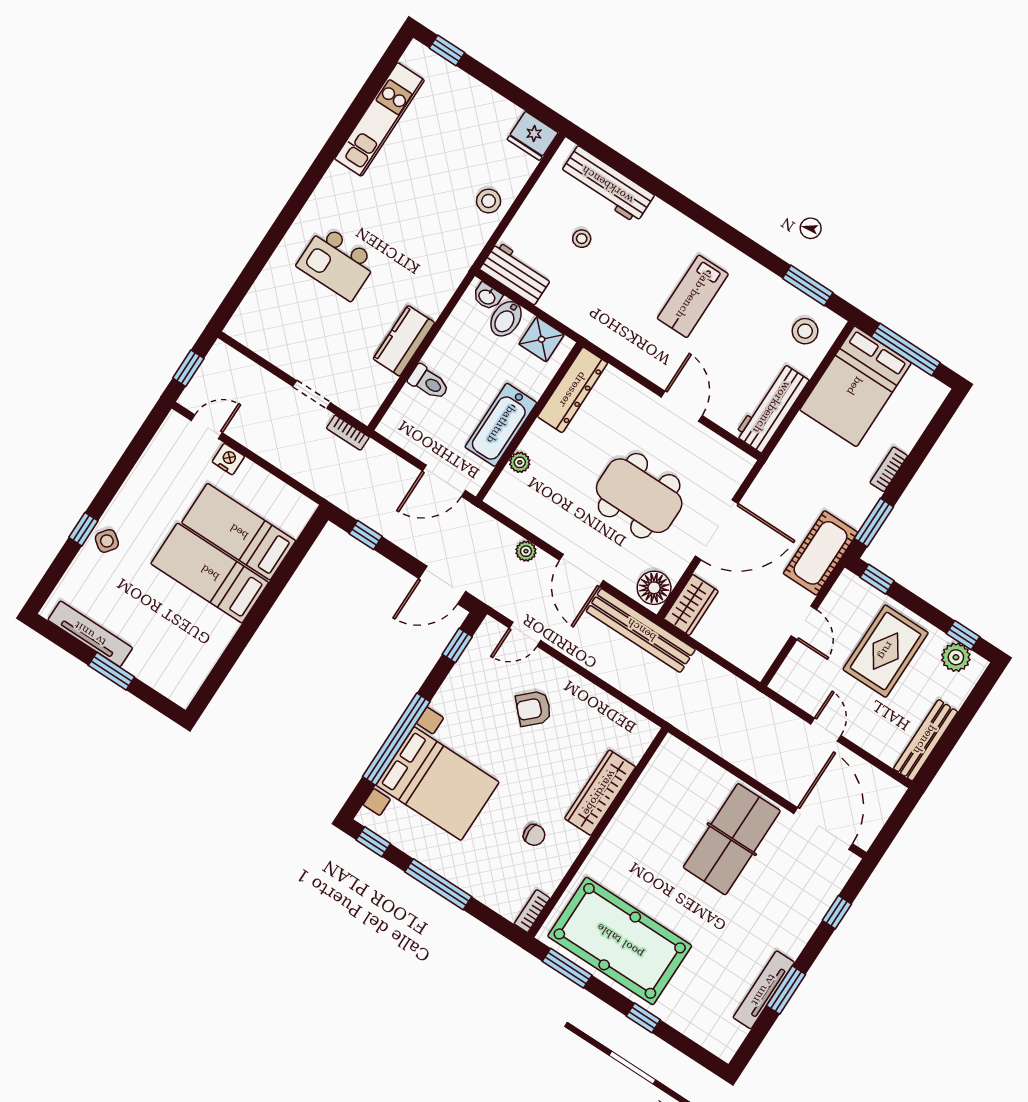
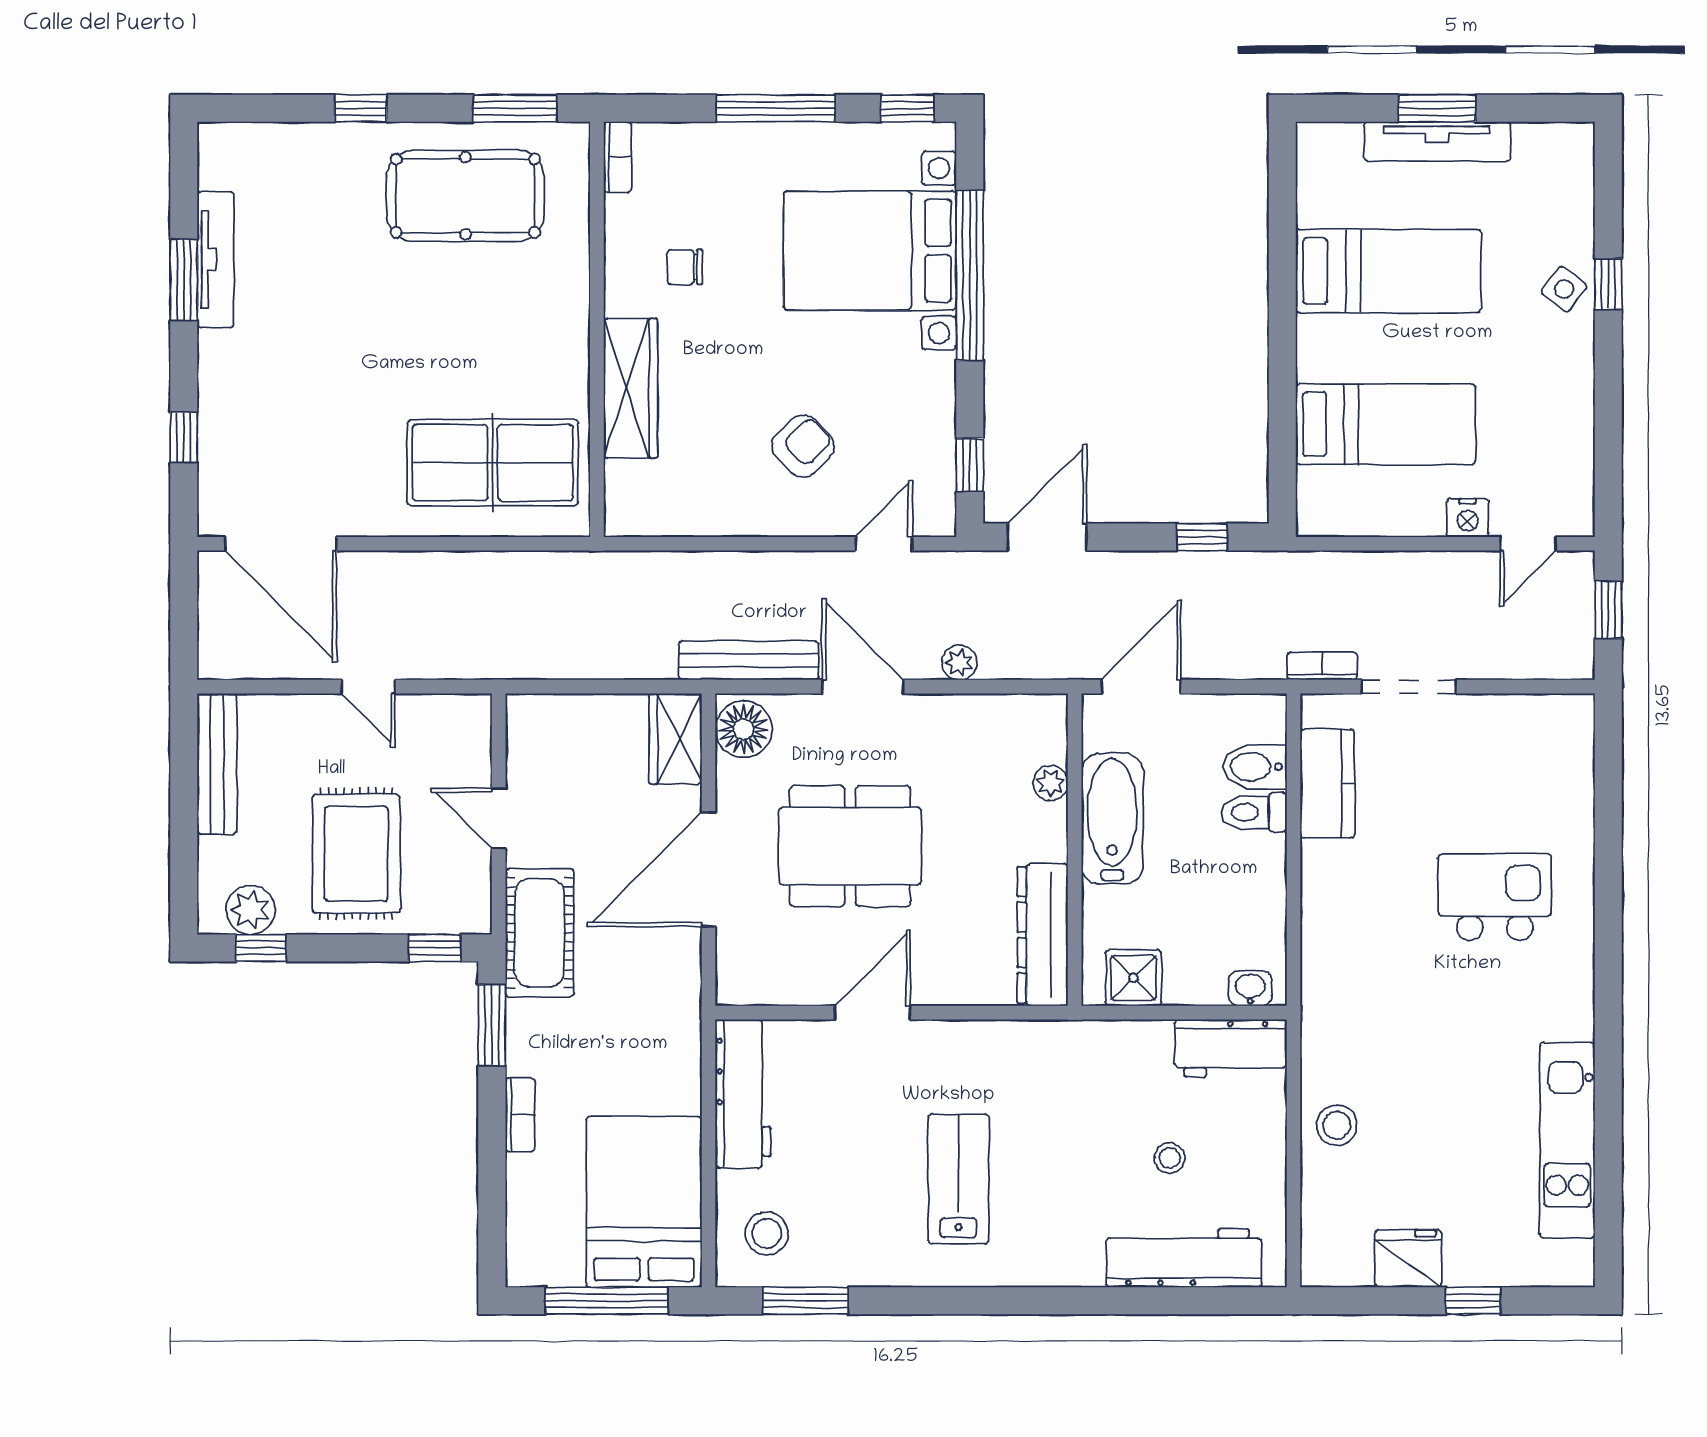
window: (447, 50) -> (1473, 1301), moved
fridge: (533, 136) -> (1408, 1259), moved
bidet: (506, 319) -> (1255, 767), moved, turned -90
kitchen counter: (404, 341) -> (1327, 783), moved
doorway: (312, 395) -> (1409, 687), width x1.38
door: (682, 406) -> (873, 1013), swing flipped
bed: (210, 573) -> (1388, 271), moved
bench: (641, 630) -> (749, 660), width x0.73, depth x0.82
tv unit: (90, 634) -> (1437, 142), moved
table tennis table: (732, 839) -> (493, 463), moved, turned 90
pool table: (620, 941) -> (465, 196), width x0.73, depth x0.76

